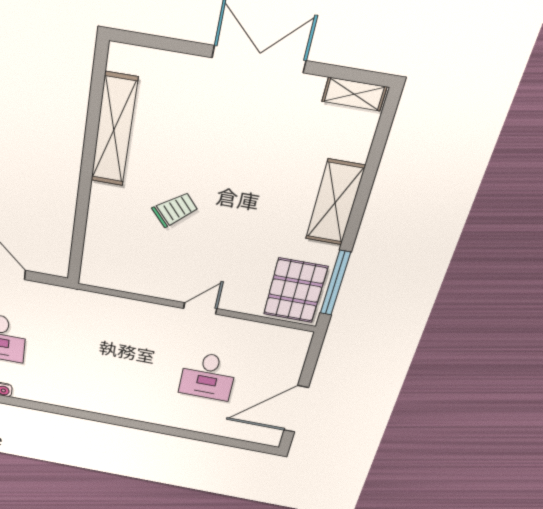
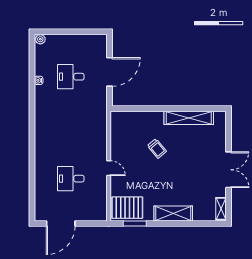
window: (335, 283) -> (135, 224), width x0.69
door: (296, 409) -> (61, 224), swing flipped

